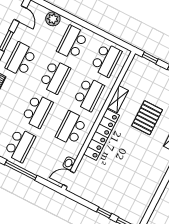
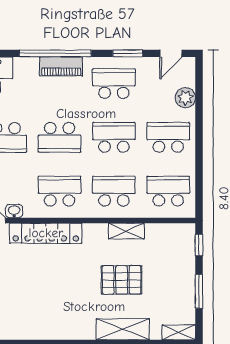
school desk: (106, 60) -> (168, 191), turned 180
school desk: (55, 77) -> (114, 137), turned 180
school desk: (89, 94) -> (114, 191), turned 180
locker: (101, 135) -> (46, 233), moved

